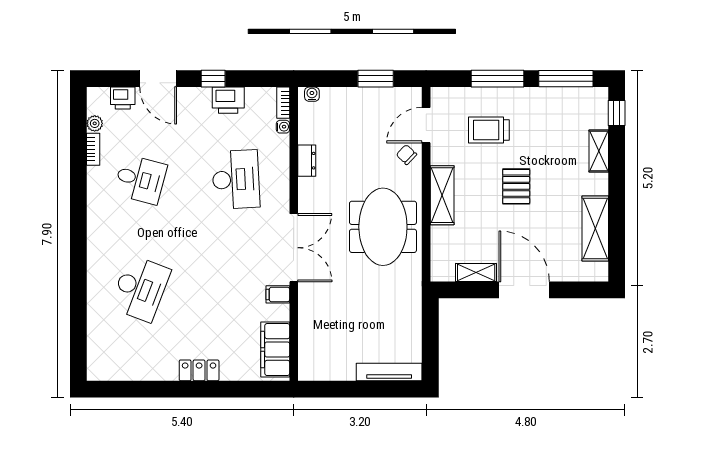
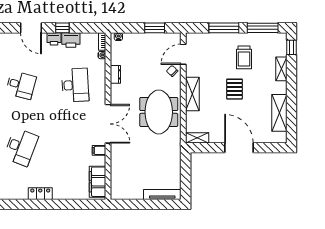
printer: (123, 98) -> (54, 39), moved
trolley: (489, 130) -> (244, 57), moved, turned -90
shelving: (476, 272) -> (197, 138), moved
locker: (199, 370) -> (40, 194), moved

